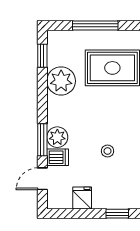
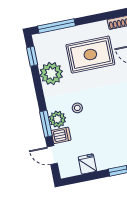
window: (95, 25) -> (57, 26), moved
stool: (108, 151) -> (77, 108), moved
door: (42, 179) -> (52, 155), hinge flipped

